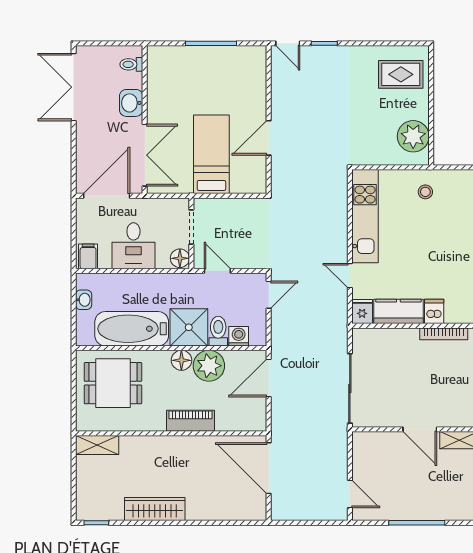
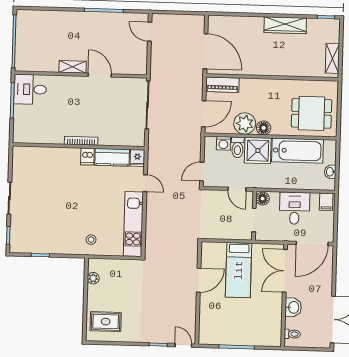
plant: (413, 136) -> (93, 278), width x0.53, depth x0.53
piano: (191, 421) -> (222, 85), moved
shelving: (97, 445) -> (332, 58), moved, turned 90

